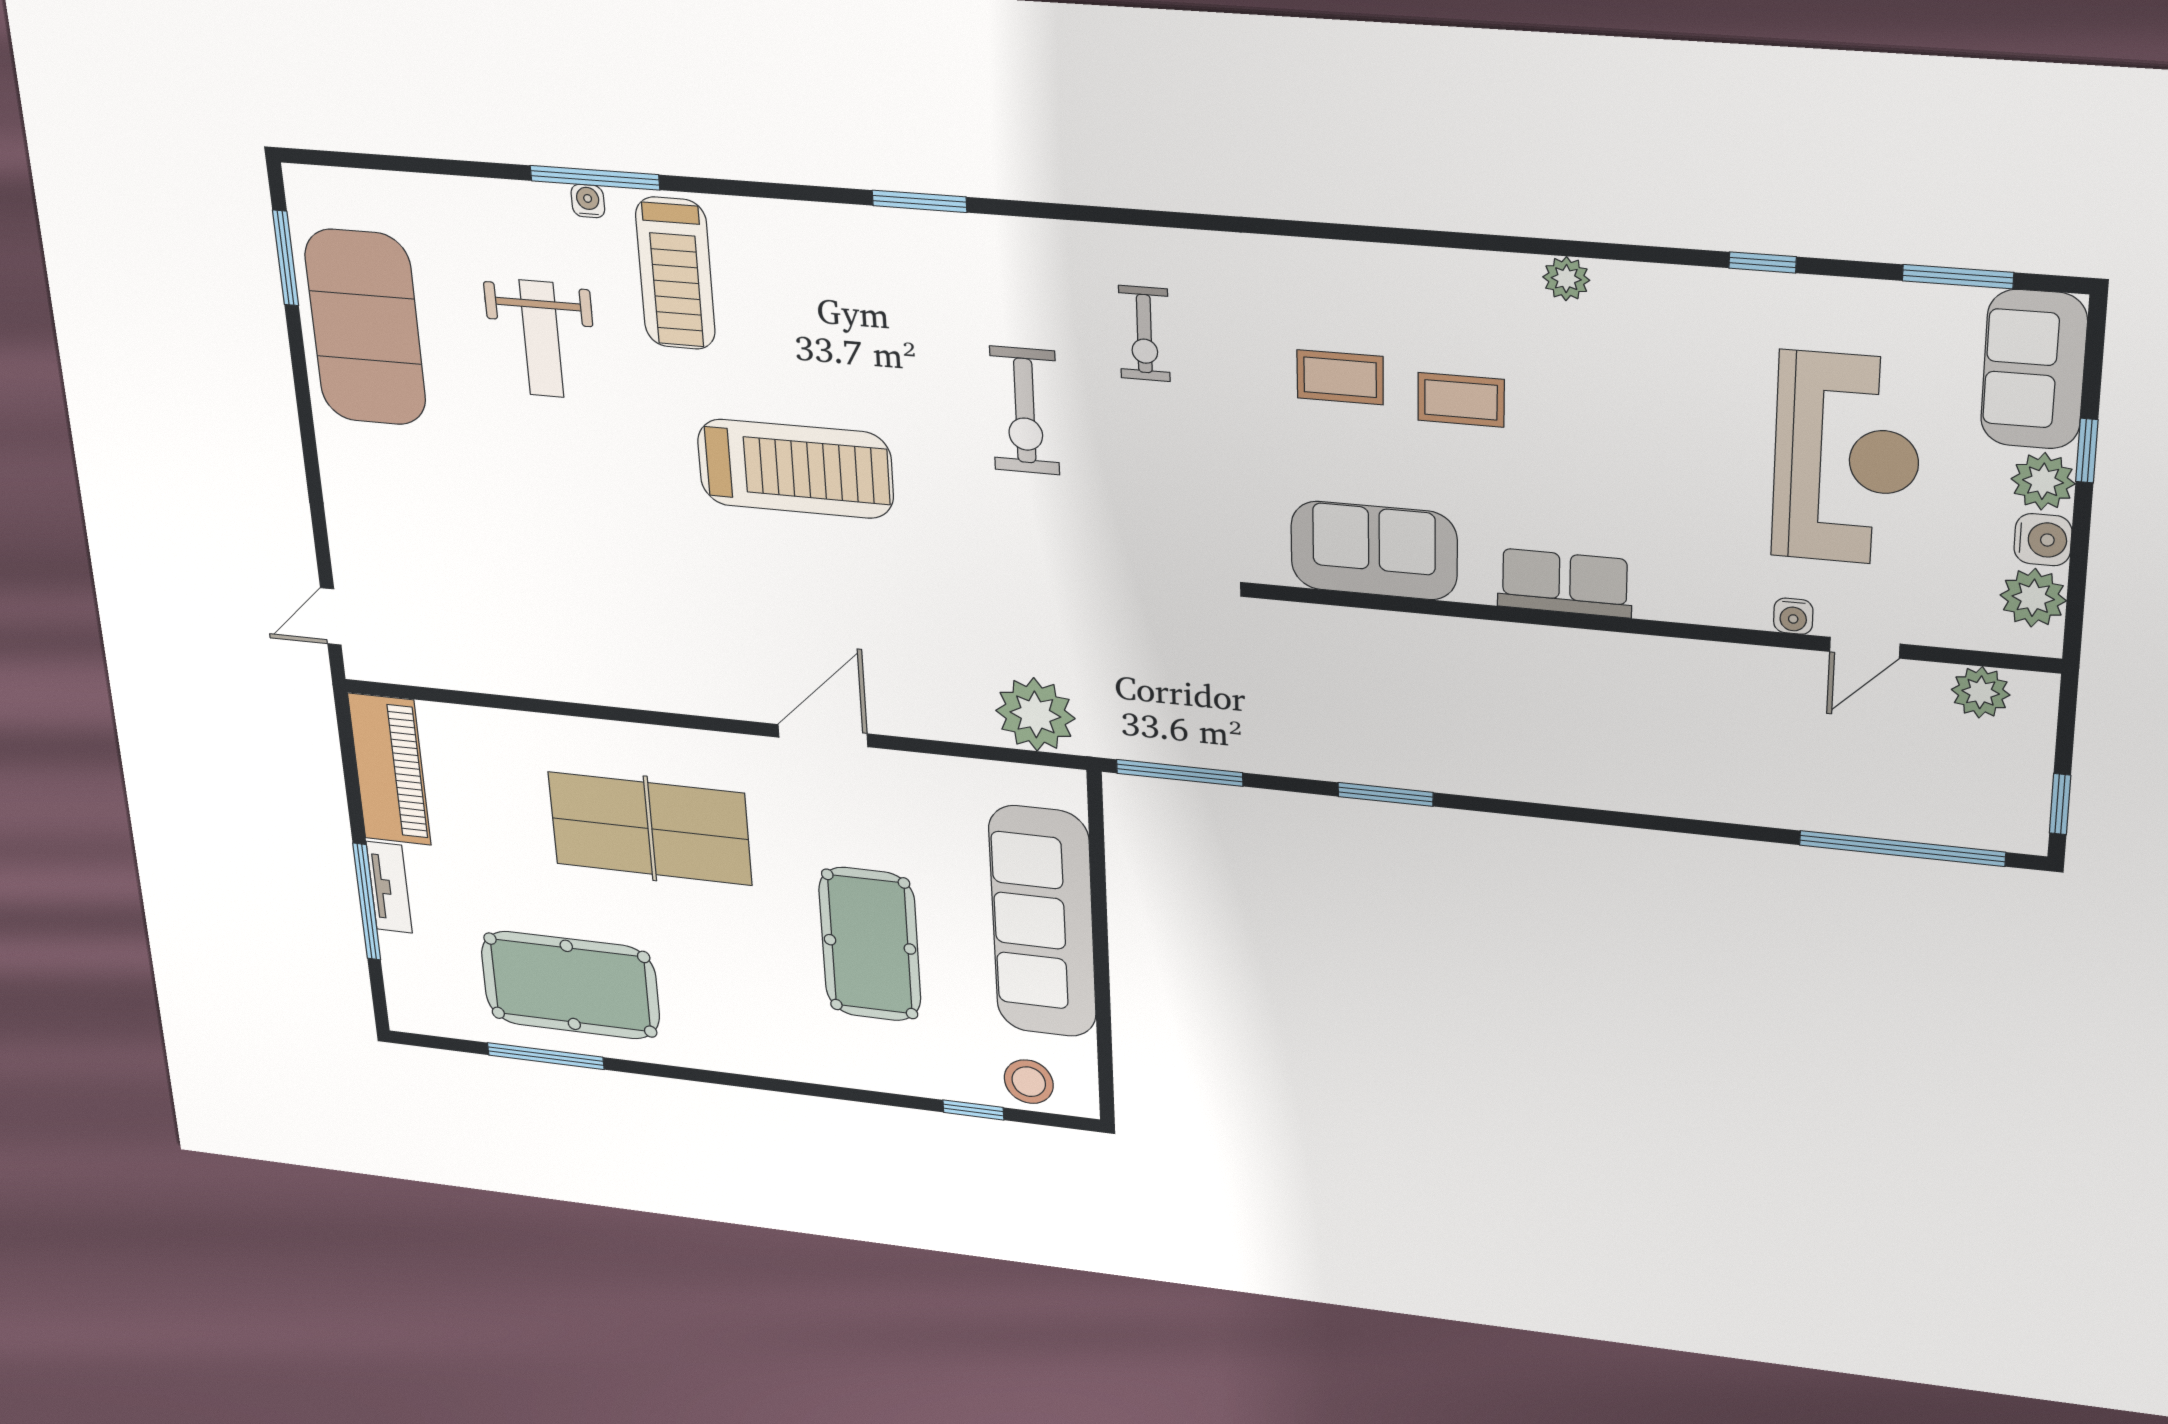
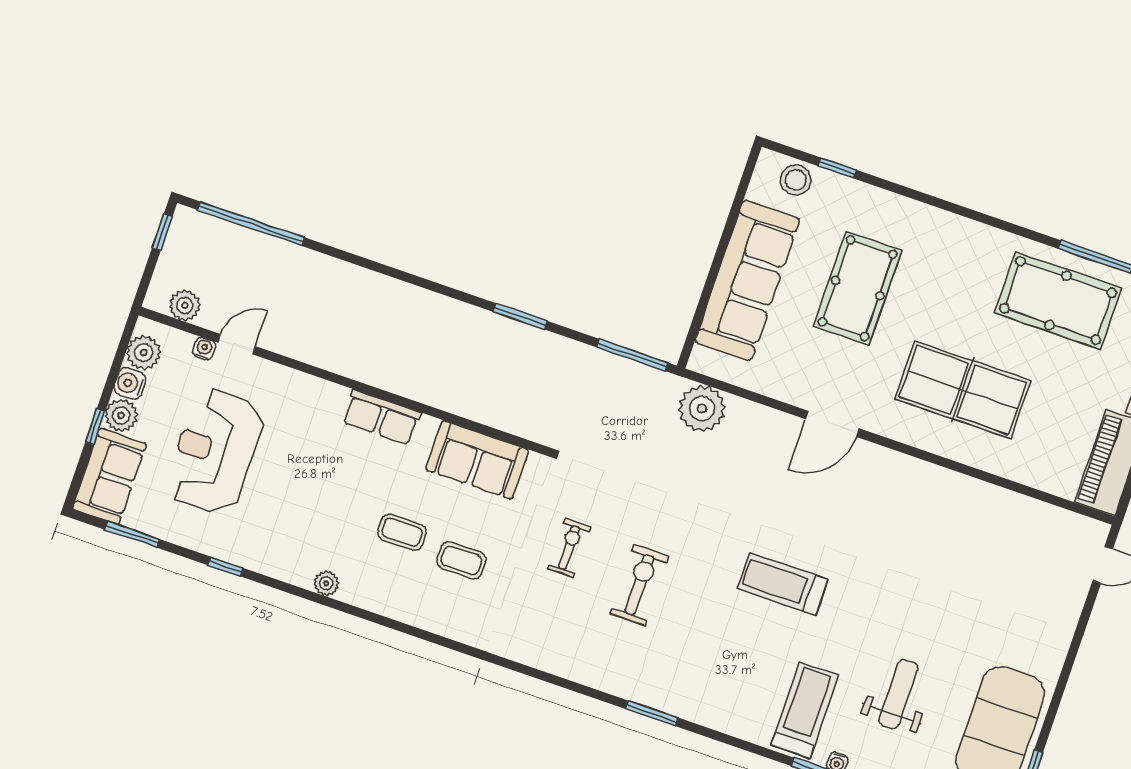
exercise bike: (1144, 334) -> (569, 548), moved
treadmill: (795, 469) -> (783, 584), width x0.73, depth x0.73
water cooler: (1793, 616) -> (204, 349), moved

